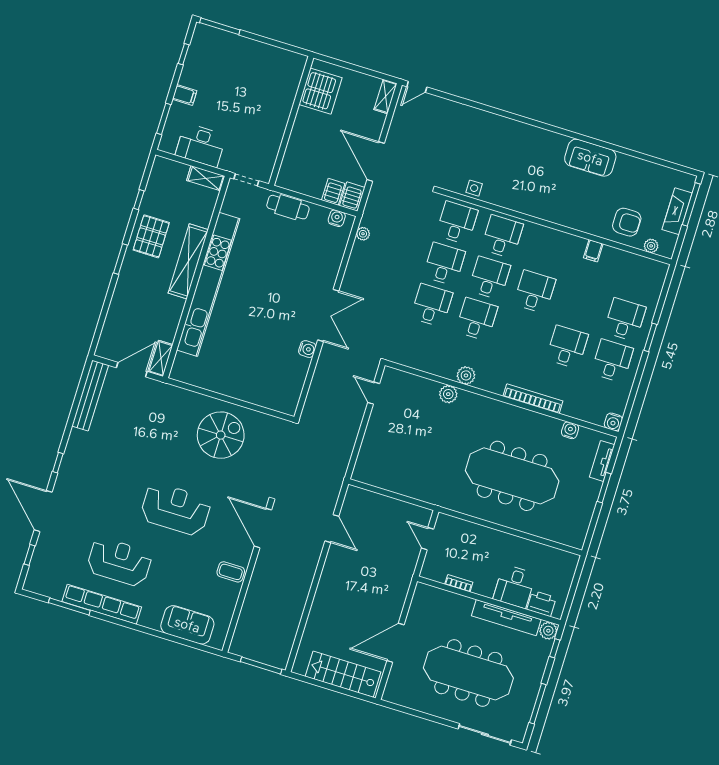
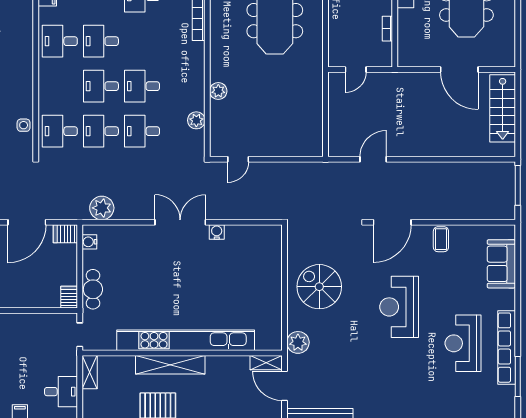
desk: (201, 145) -> (61, 392), width x0.73
server rack: (333, 192) -> (69, 297), moved, turned 90
plant: (363, 234) -> (102, 208), width x1.88, depth x1.88
desk: (502, 237) -> (60, 41), moved
plant: (466, 375) -> (196, 120), moved
plant: (171, 396) -> (298, 342), added

